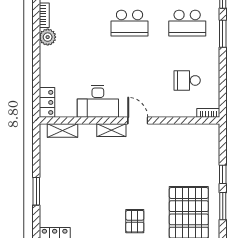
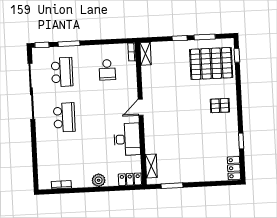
plant: (48, 37) -> (99, 180), moved
shelving: (111, 130) -> (146, 54), moved
window: (36, 191) -> (172, 186), moved

